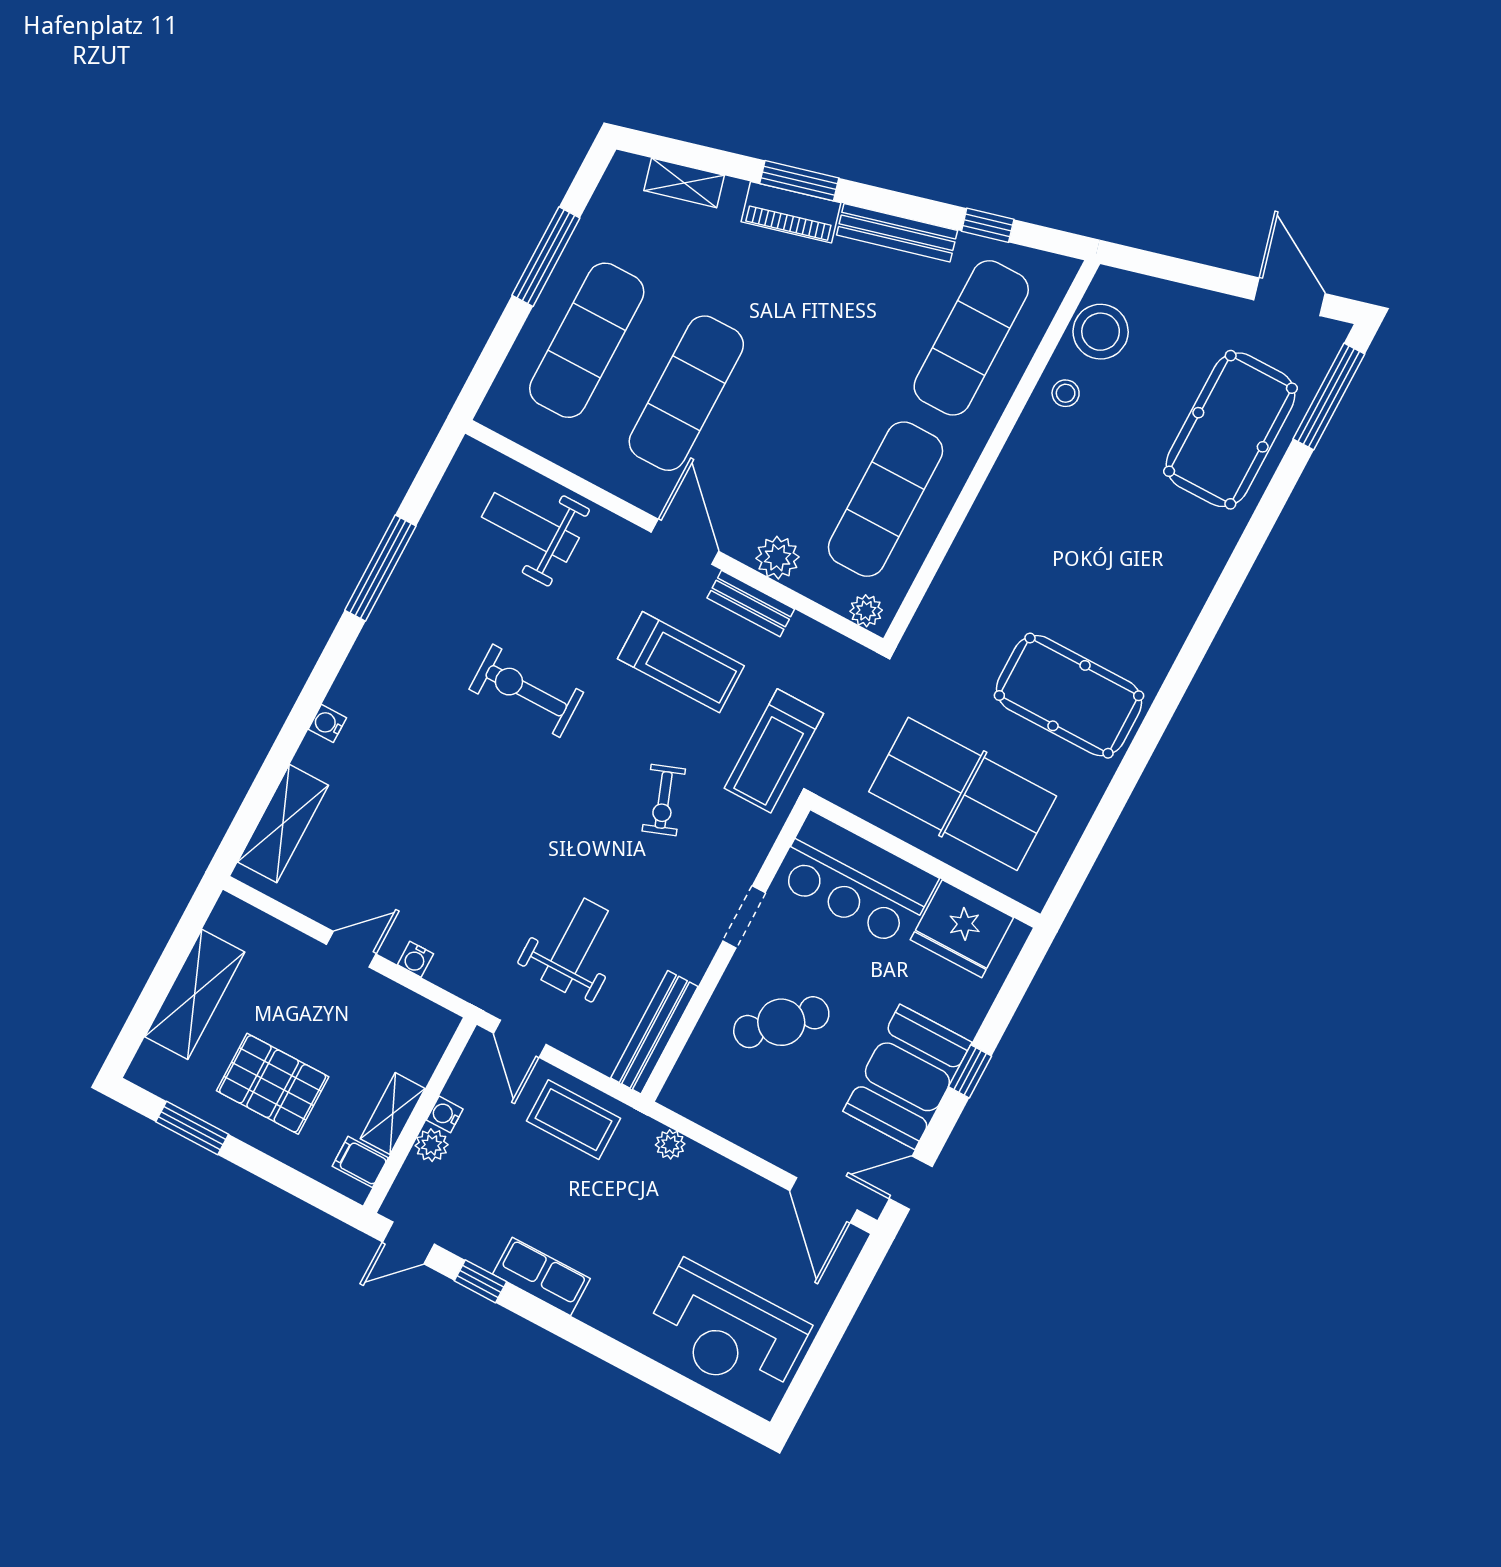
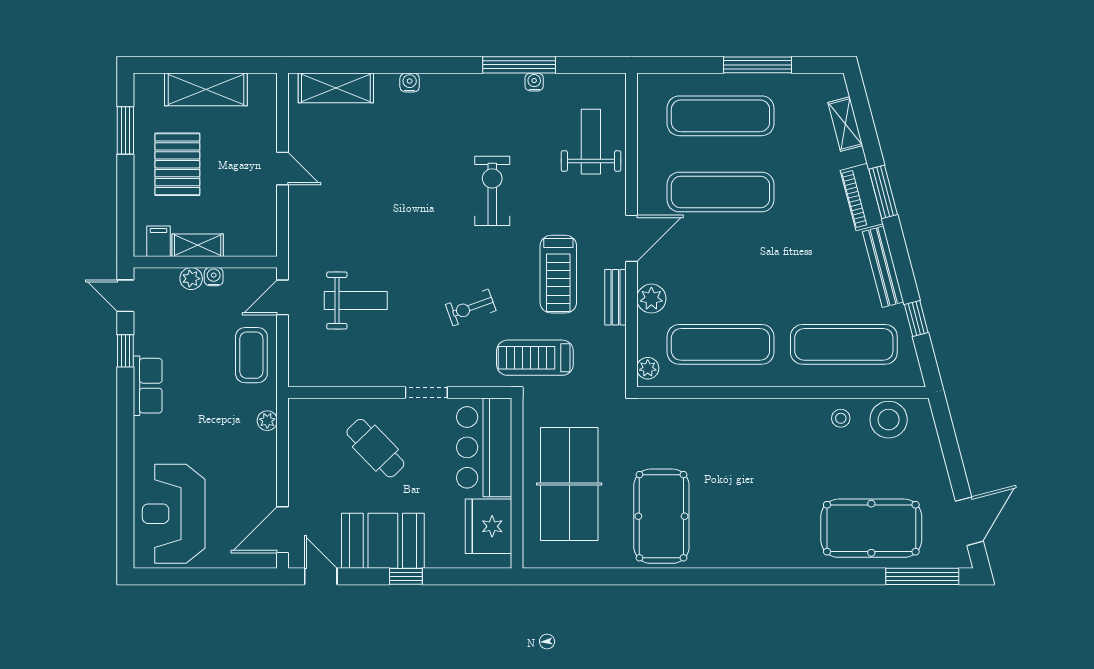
water cooler: (415, 959) -> (534, 82), moved, turned 90
bench: (654, 1032) -> (329, 376), removed

